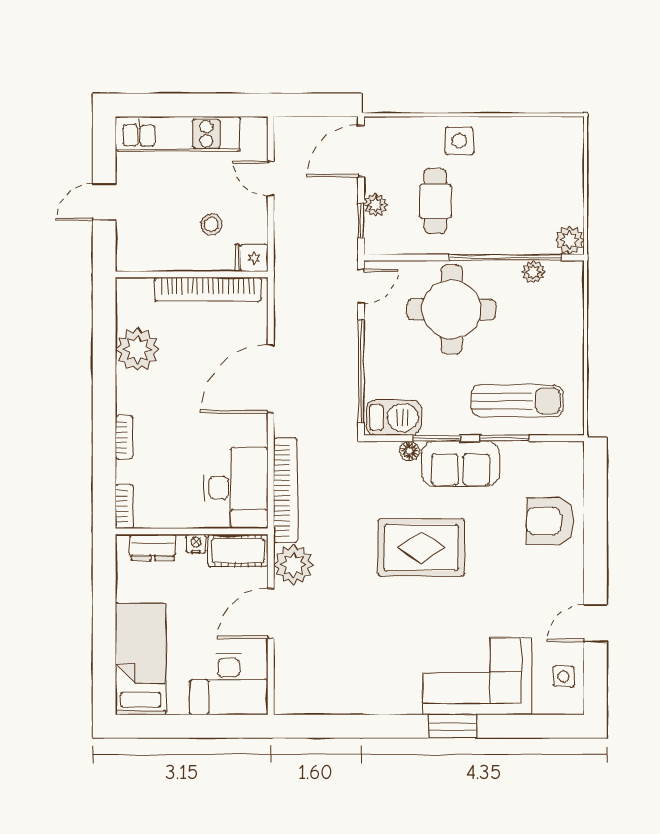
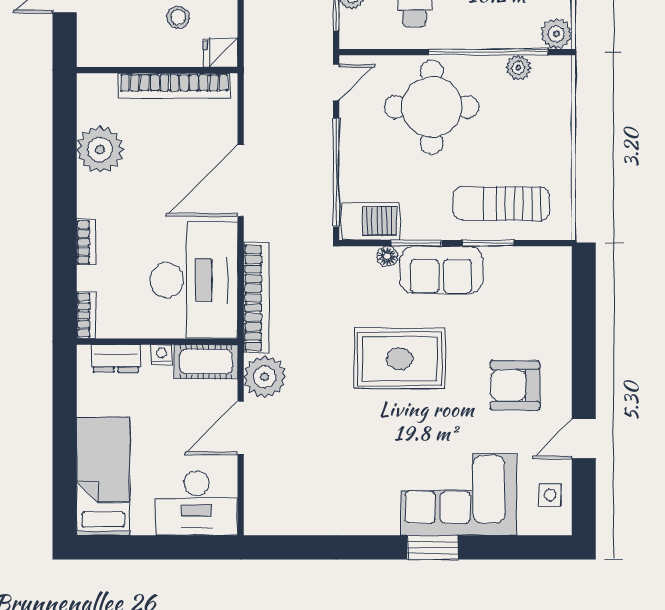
sun lounger: (517, 401) -> (501, 204), turned 180
desk: (236, 488) -> (194, 280), width x1.36, depth x1.30
armchair: (550, 521) -> (515, 385), moved

